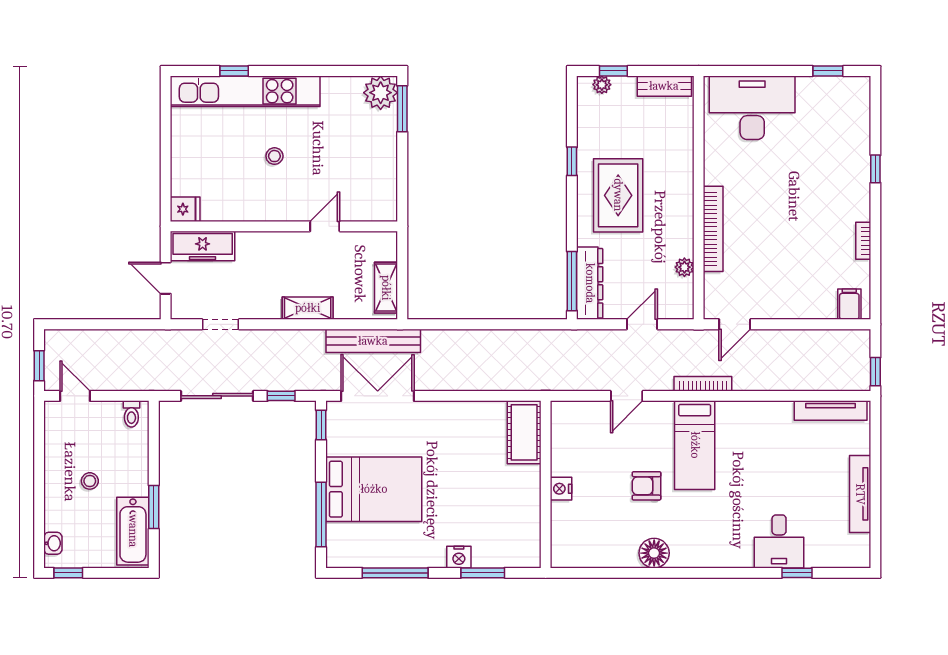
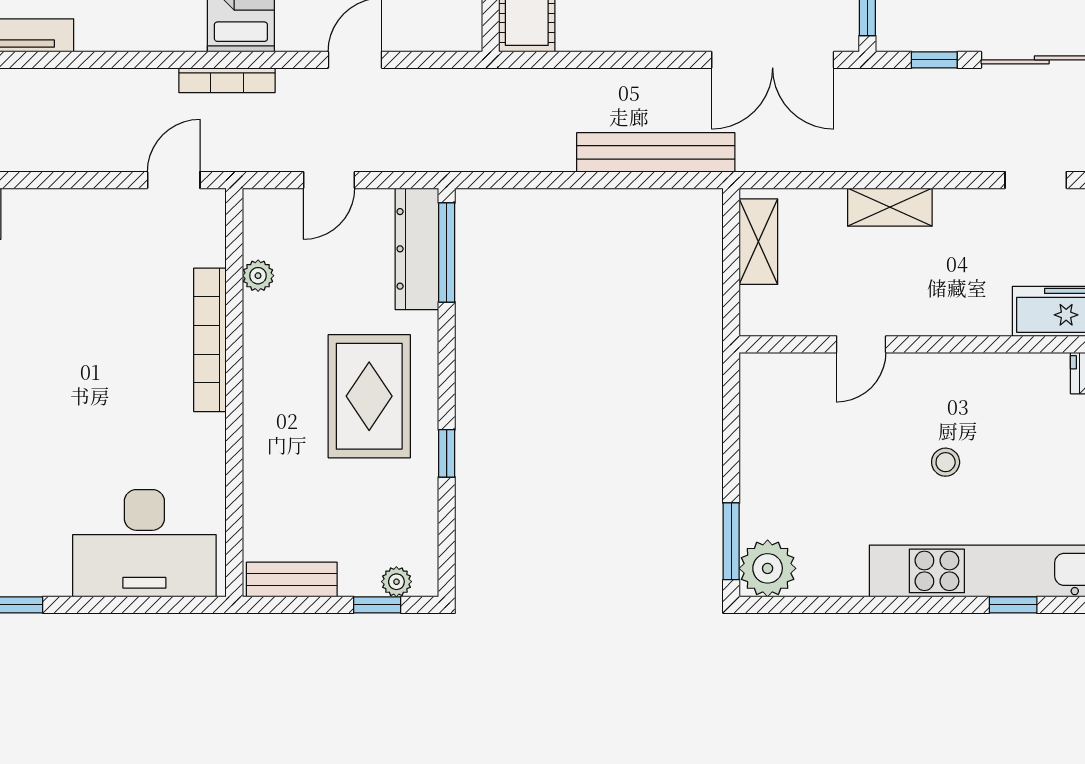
bench: (373, 341) -> (656, 152), moved

